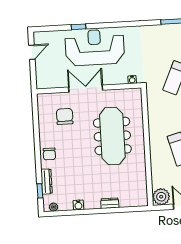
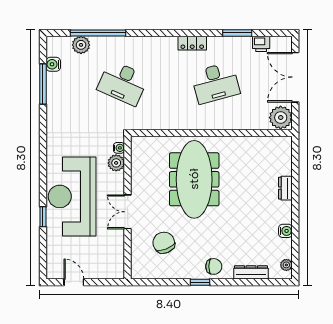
plant: (121, 78) -> (116, 163), added
double door: (86, 89) -> (128, 212), width x0.73
chair: (65, 116) -> (164, 243), turned 68
meeting table: (112, 136) -> (194, 179), turned 90
window: (40, 191) -> (200, 282), moved

